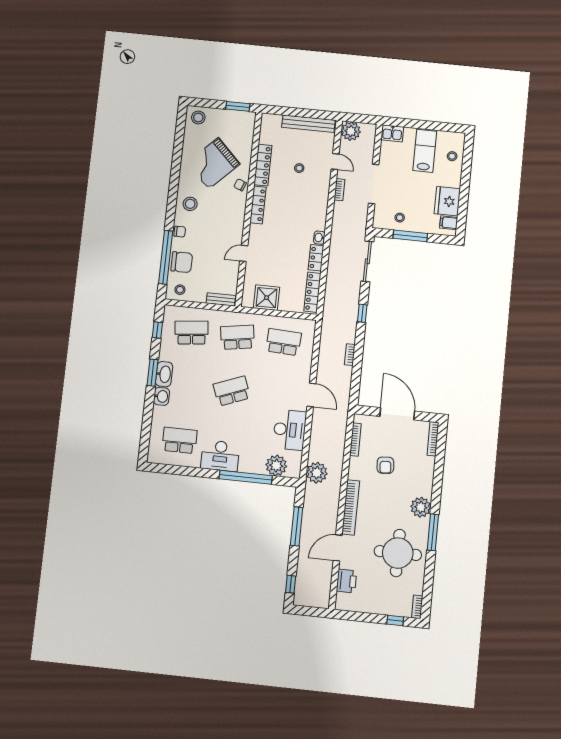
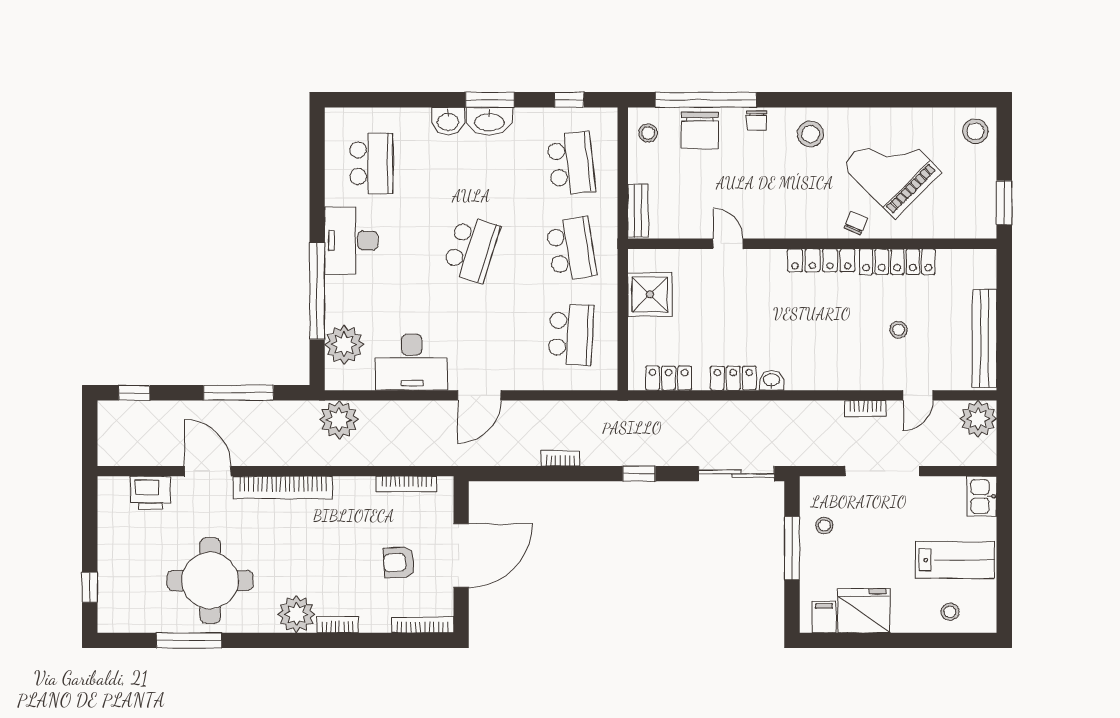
locker: (312, 292) -> (669, 378), width x0.66
school desk: (232, 391) -> (471, 249), turned 39
armchair: (385, 465) -> (399, 562), moved
window: (433, 532) -> (189, 640), moved
bookcase: (417, 607) -> (338, 625), moved

